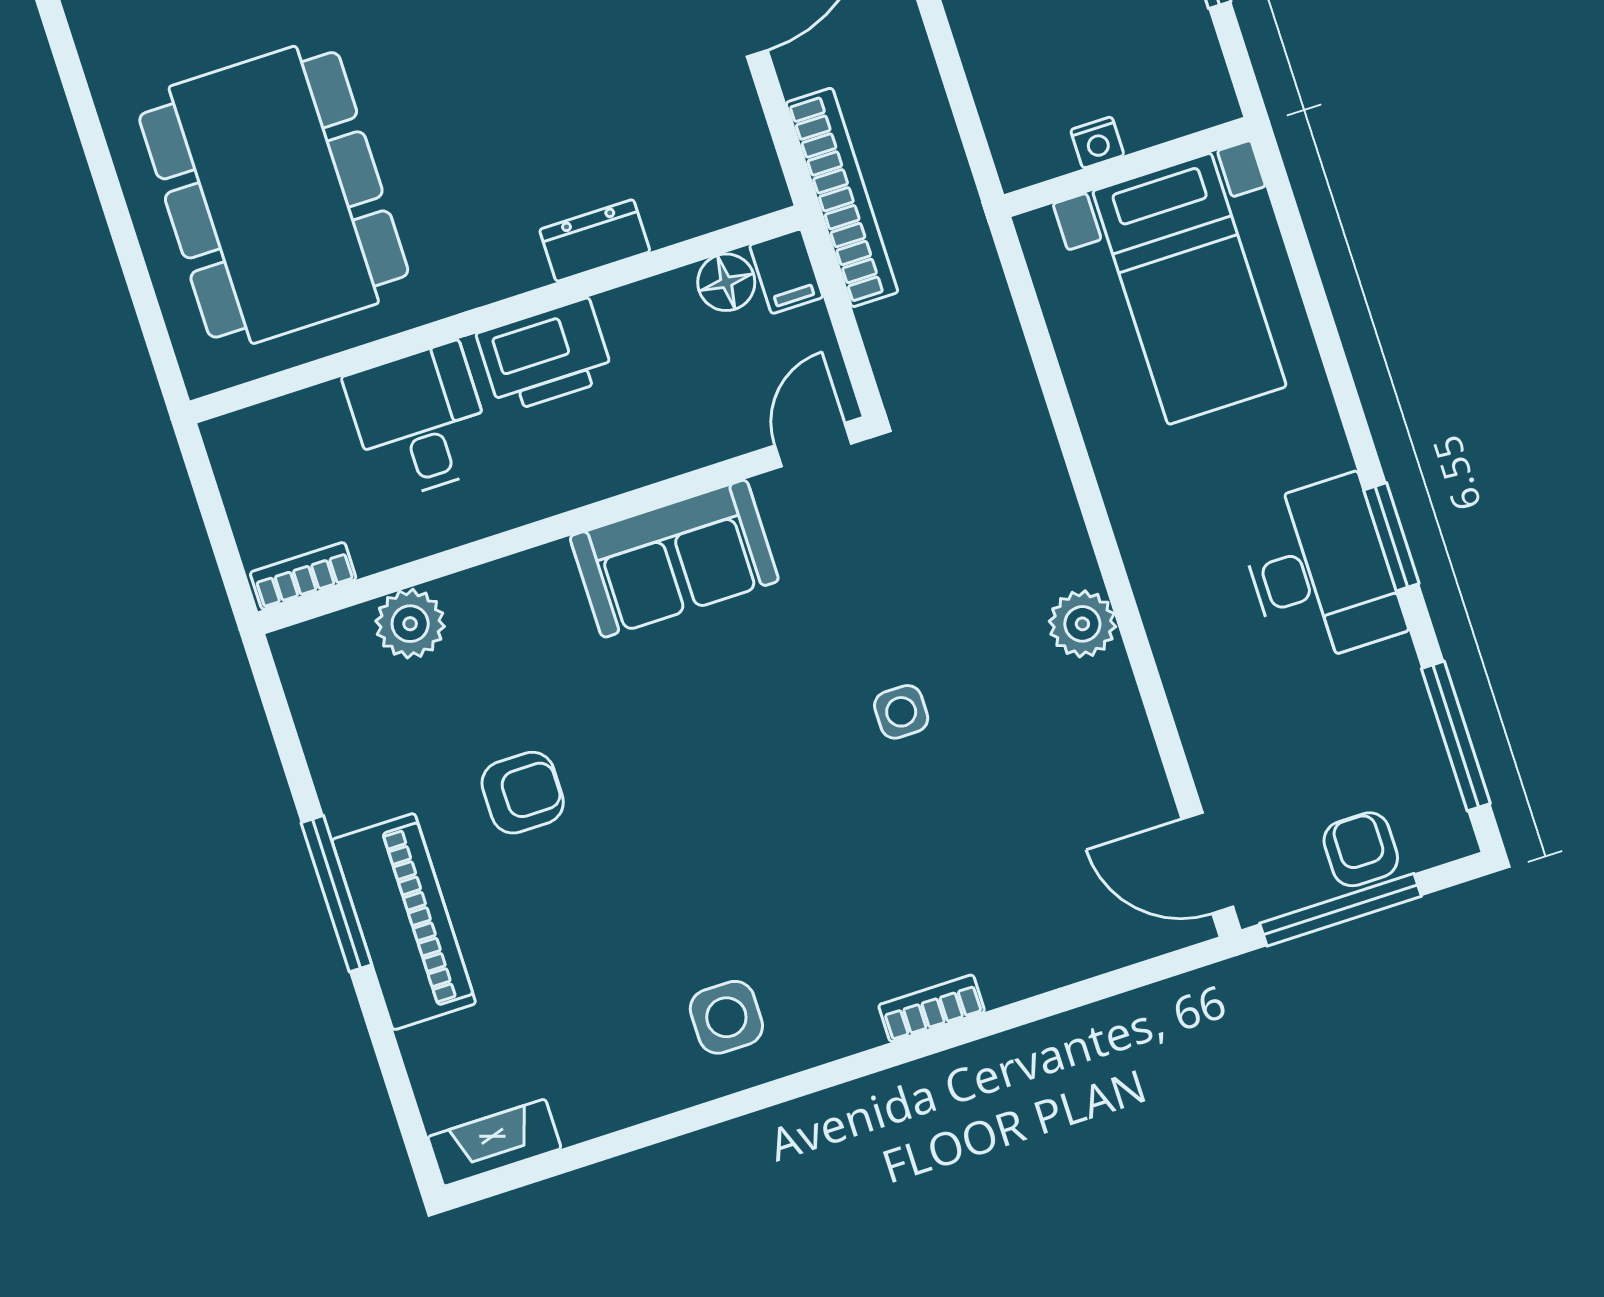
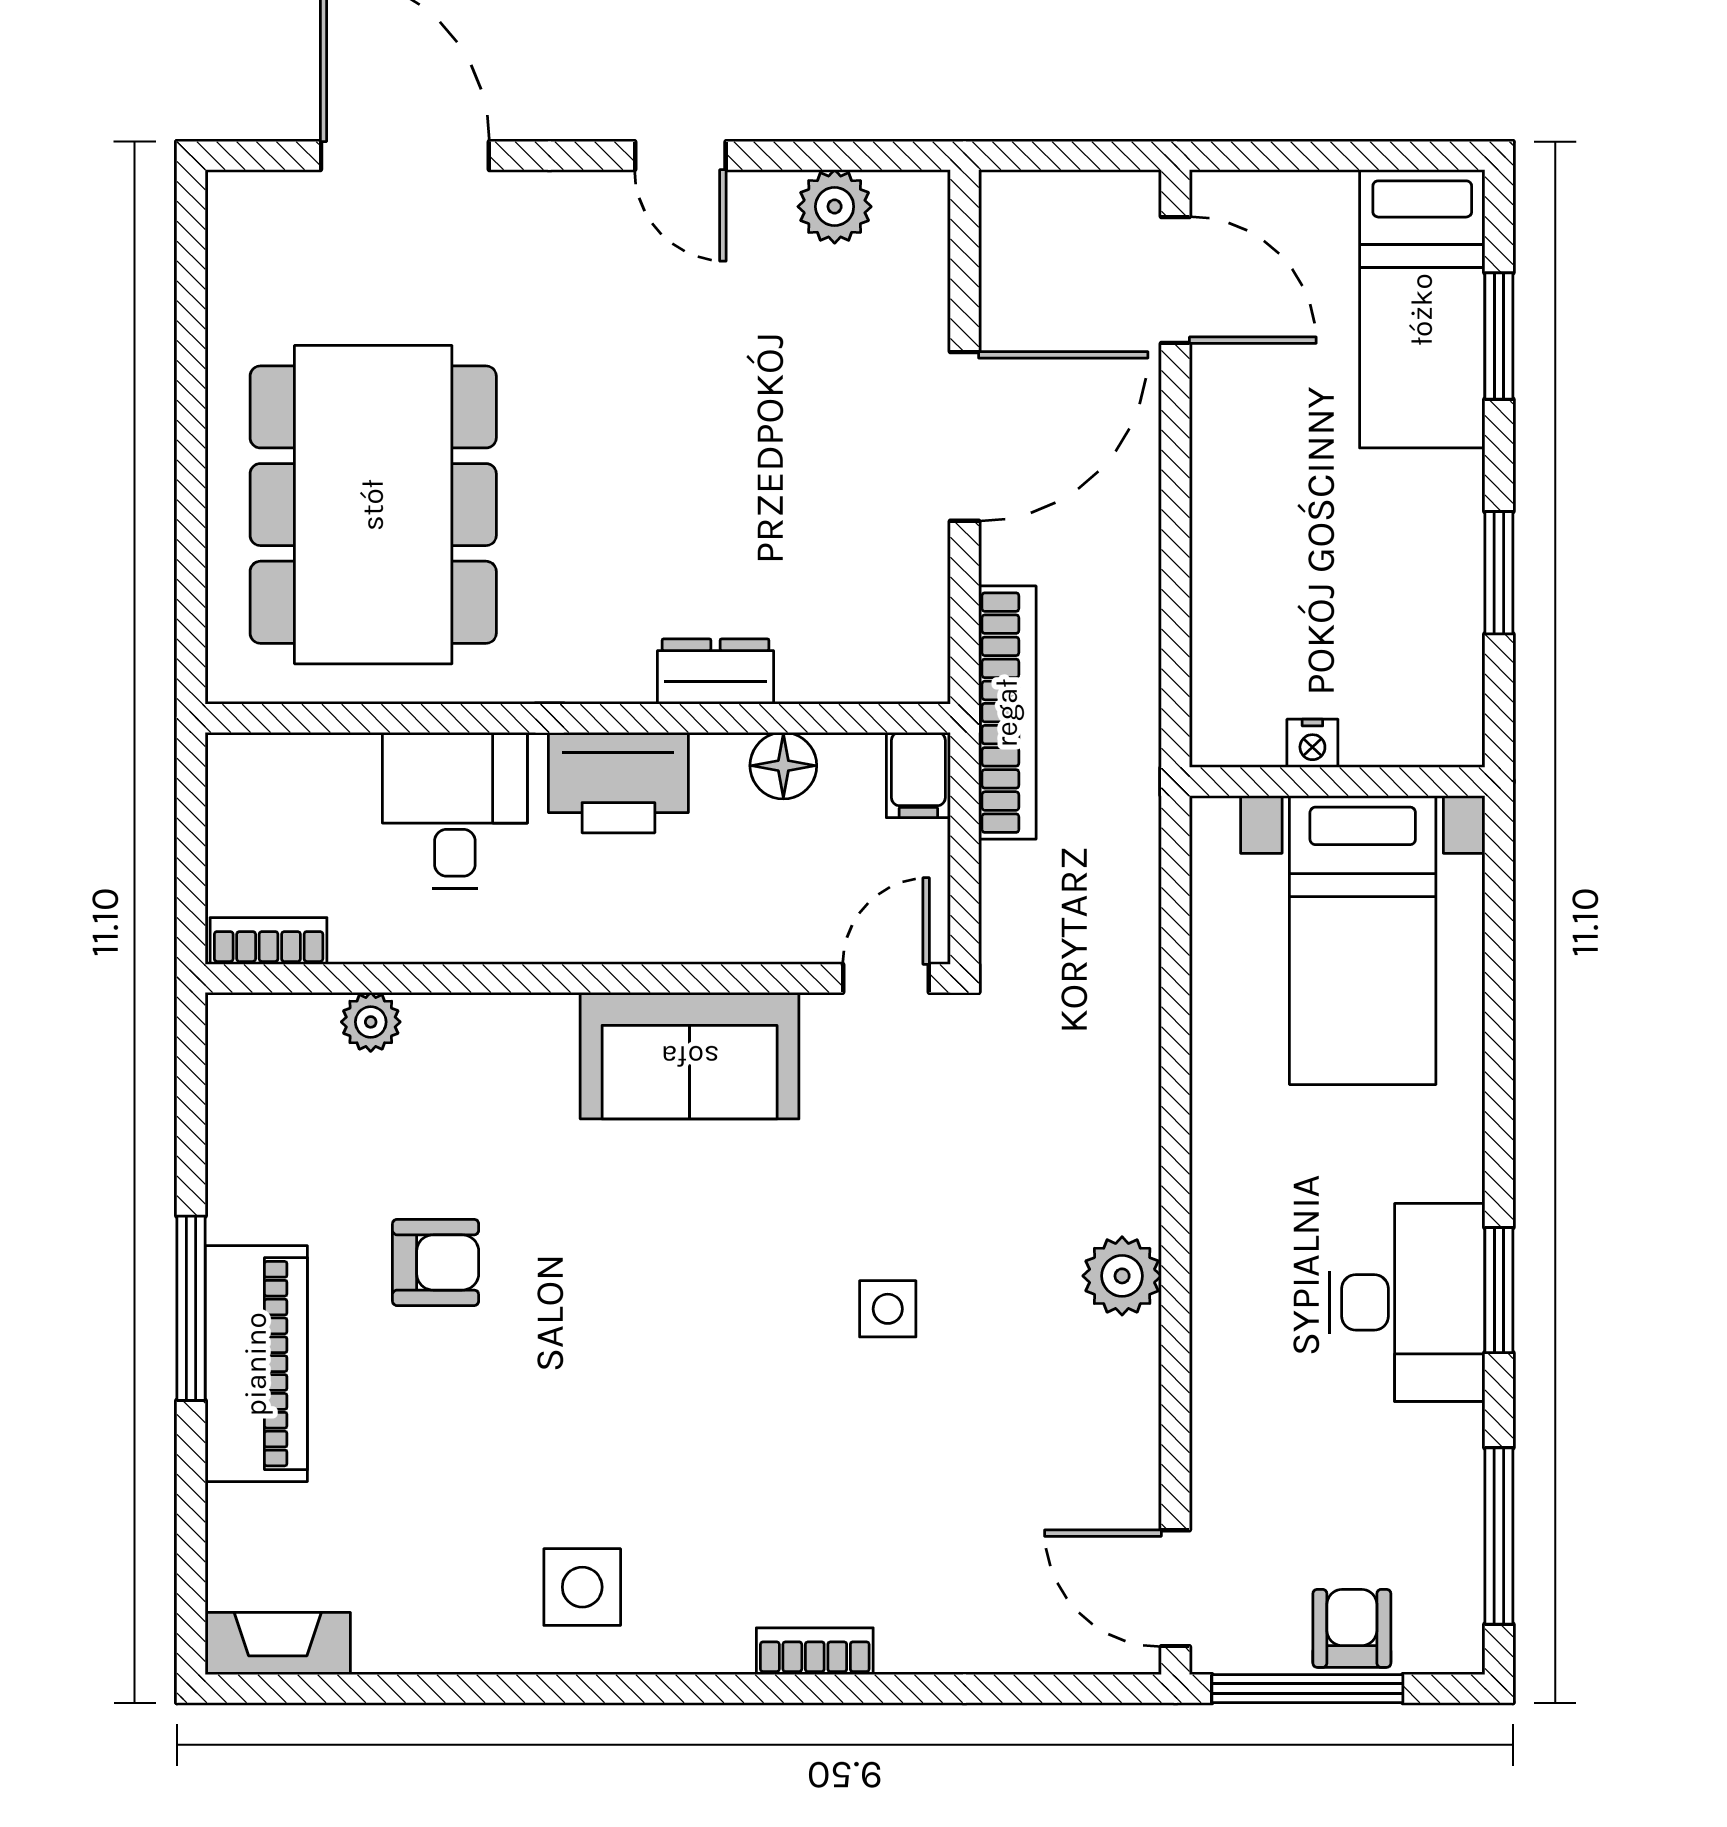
floor lamp: (726, 282) -> (783, 766), moved
plant: (410, 624) -> (371, 1022), width x0.73, depth x0.73

